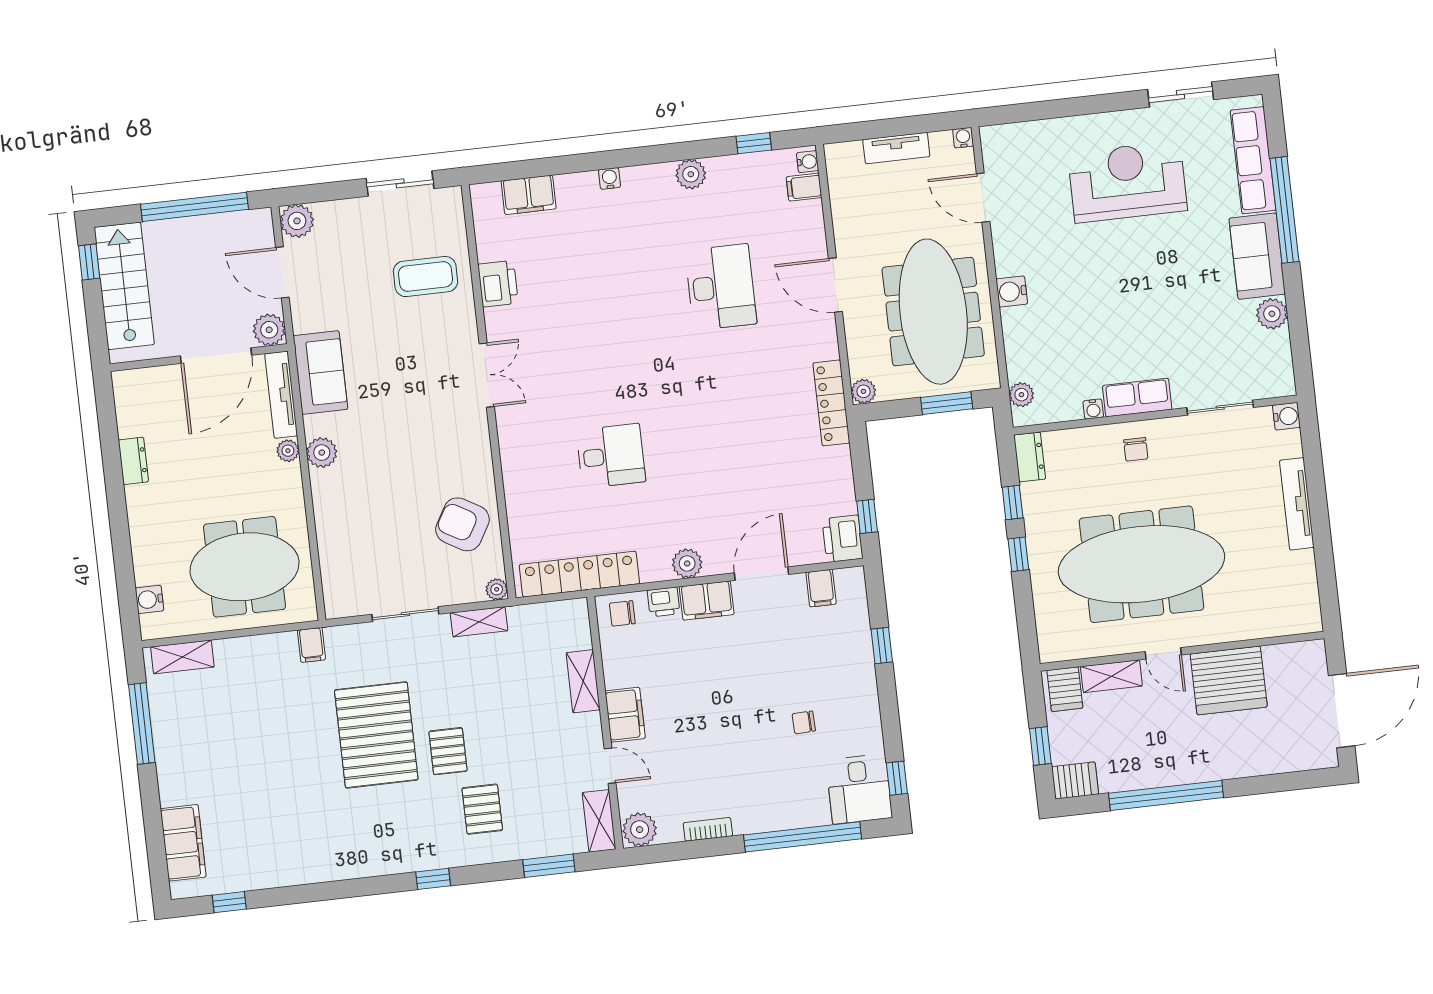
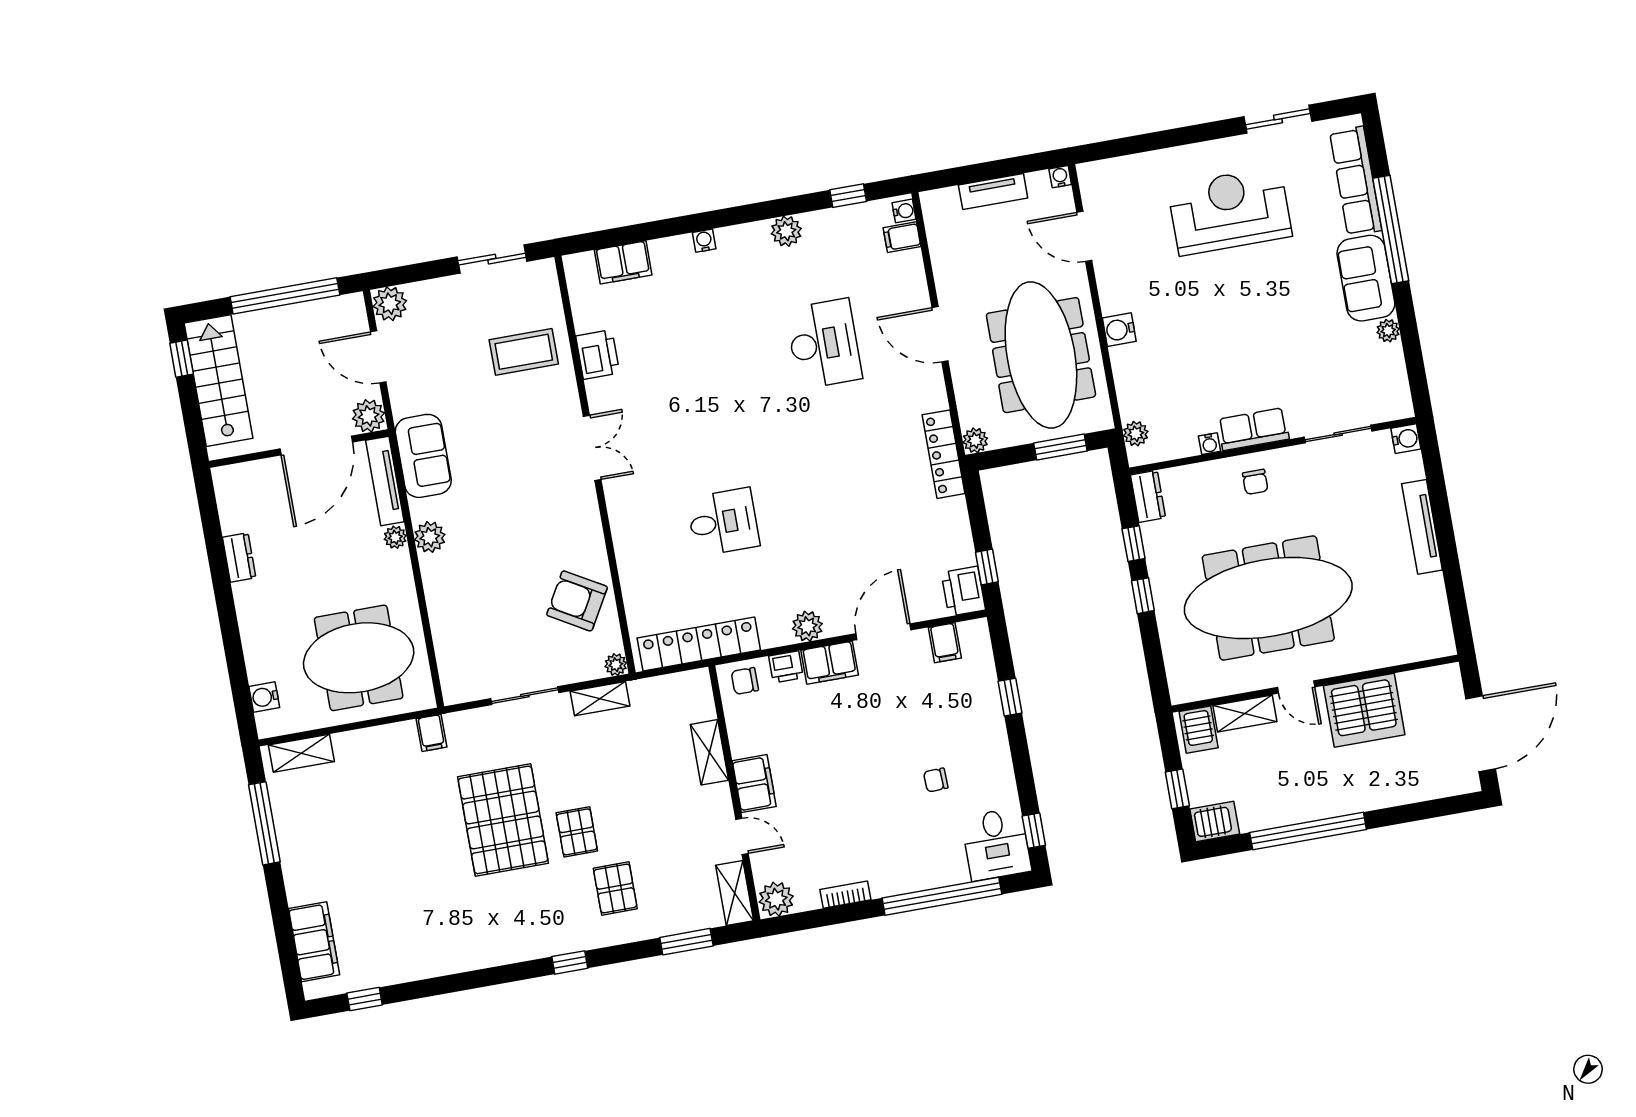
plant: (1272, 314) -> (1388, 331), width x0.73, depth x0.73

